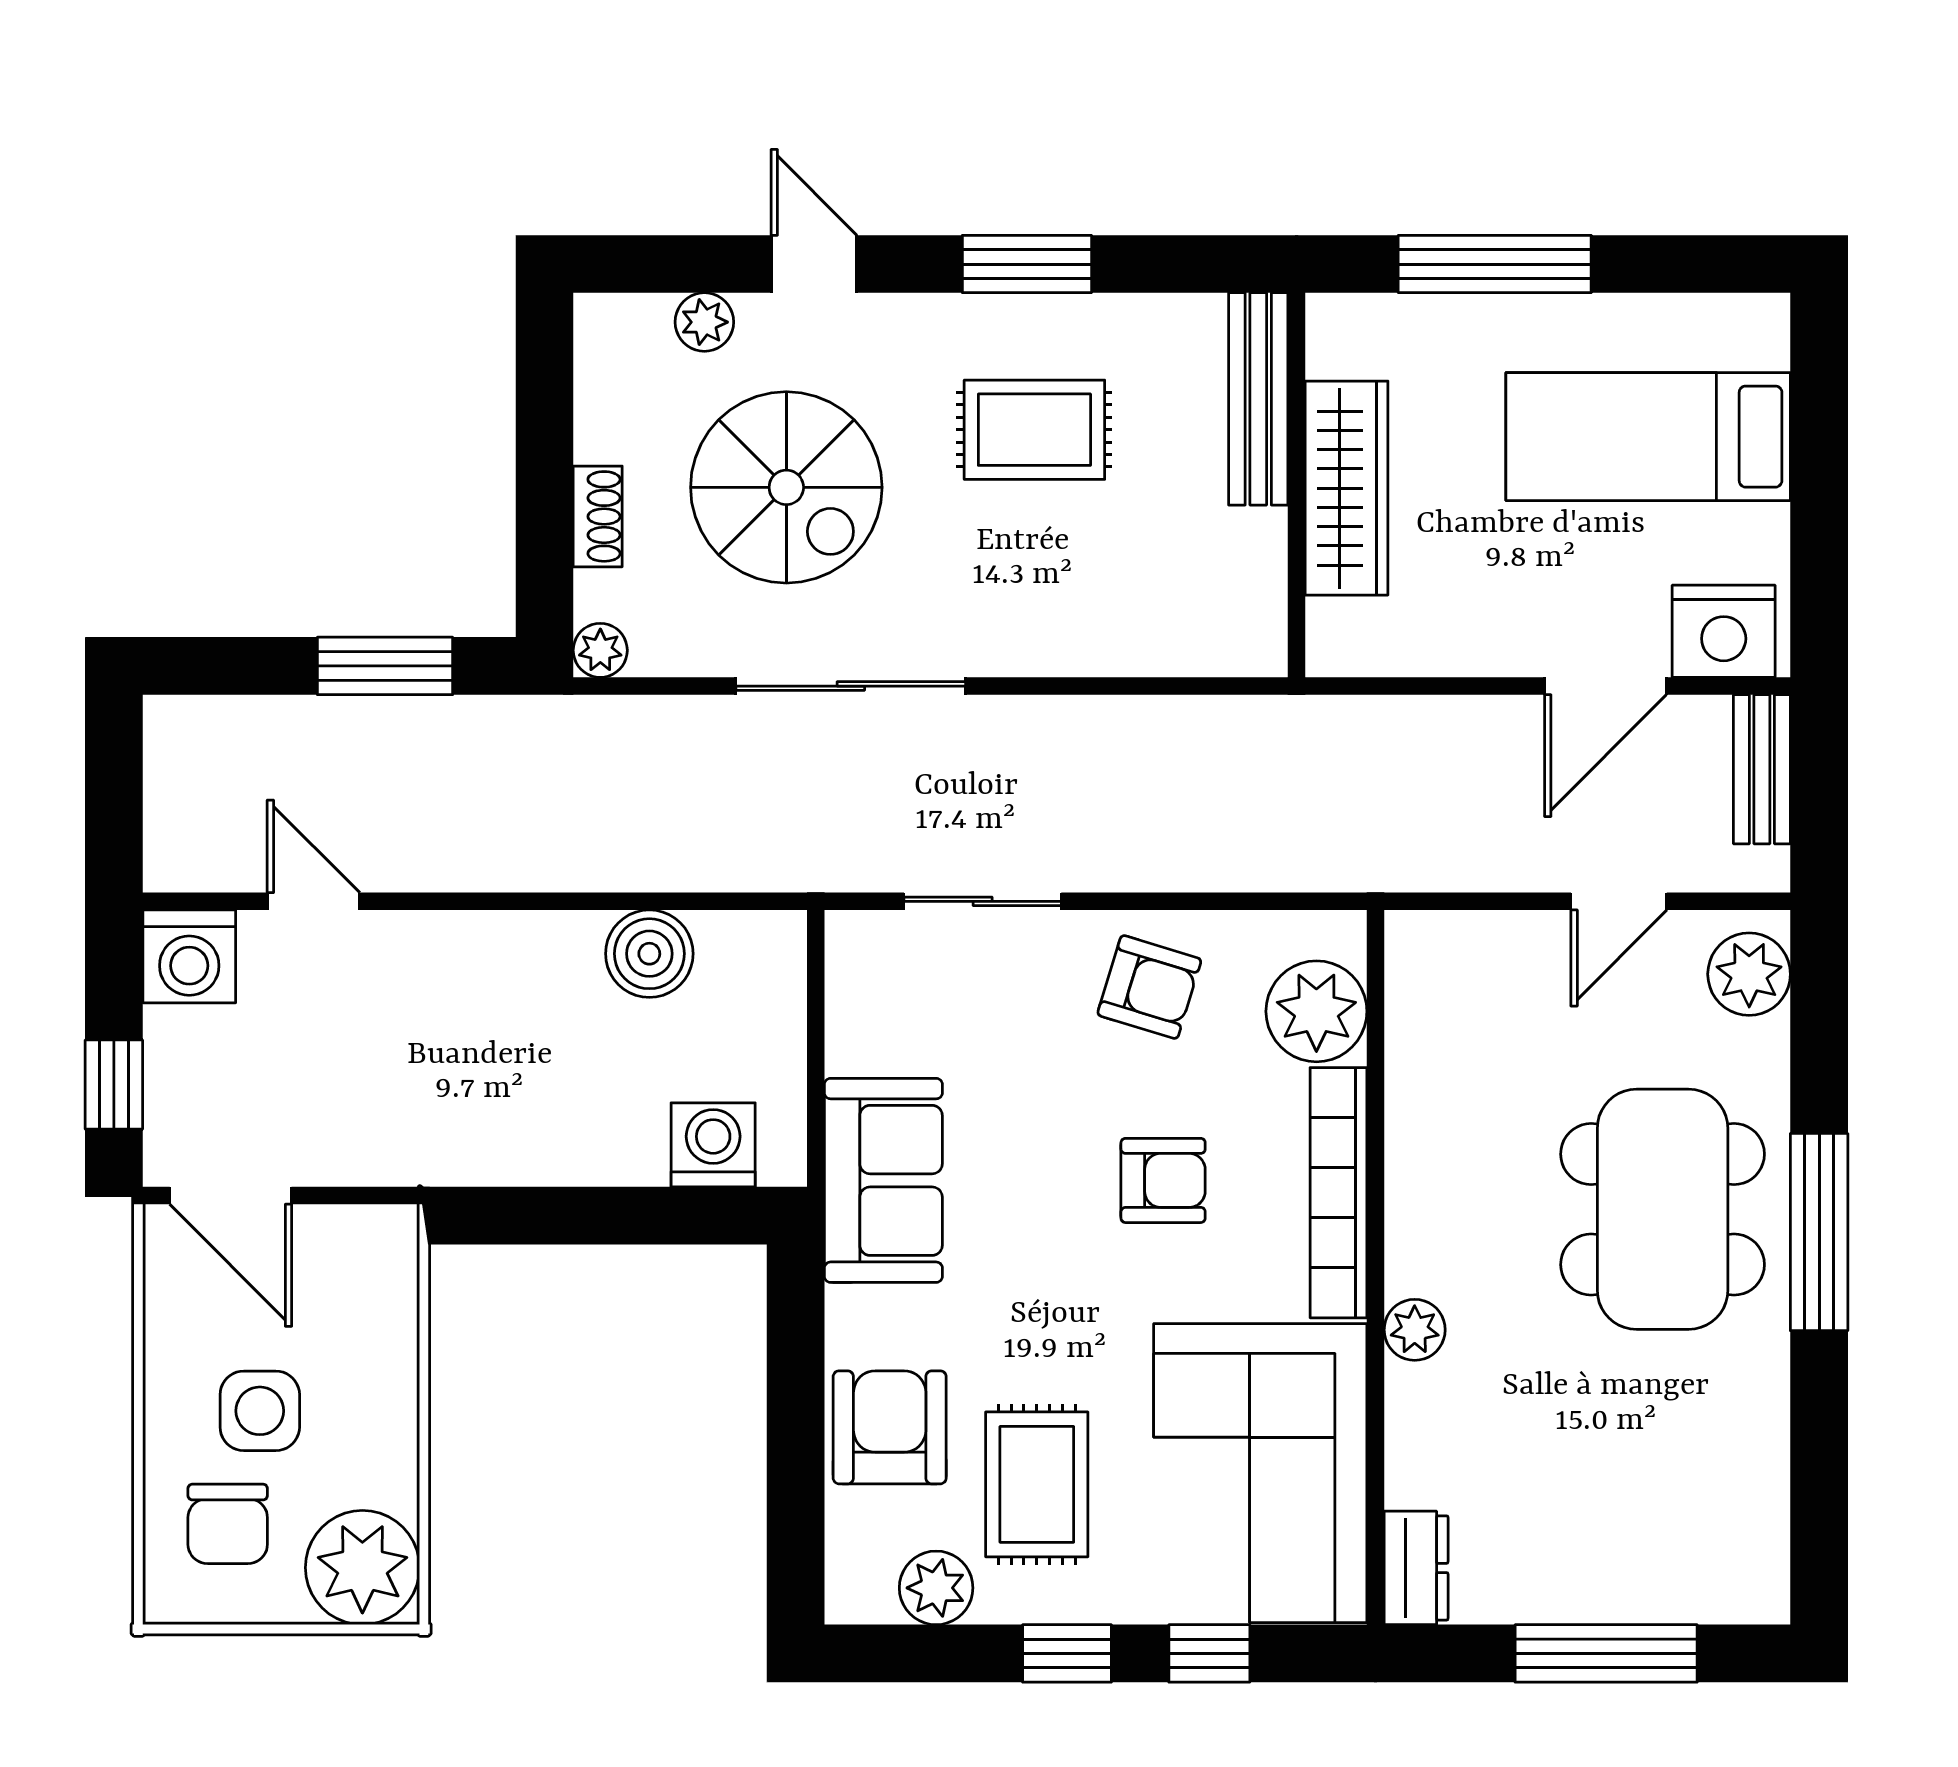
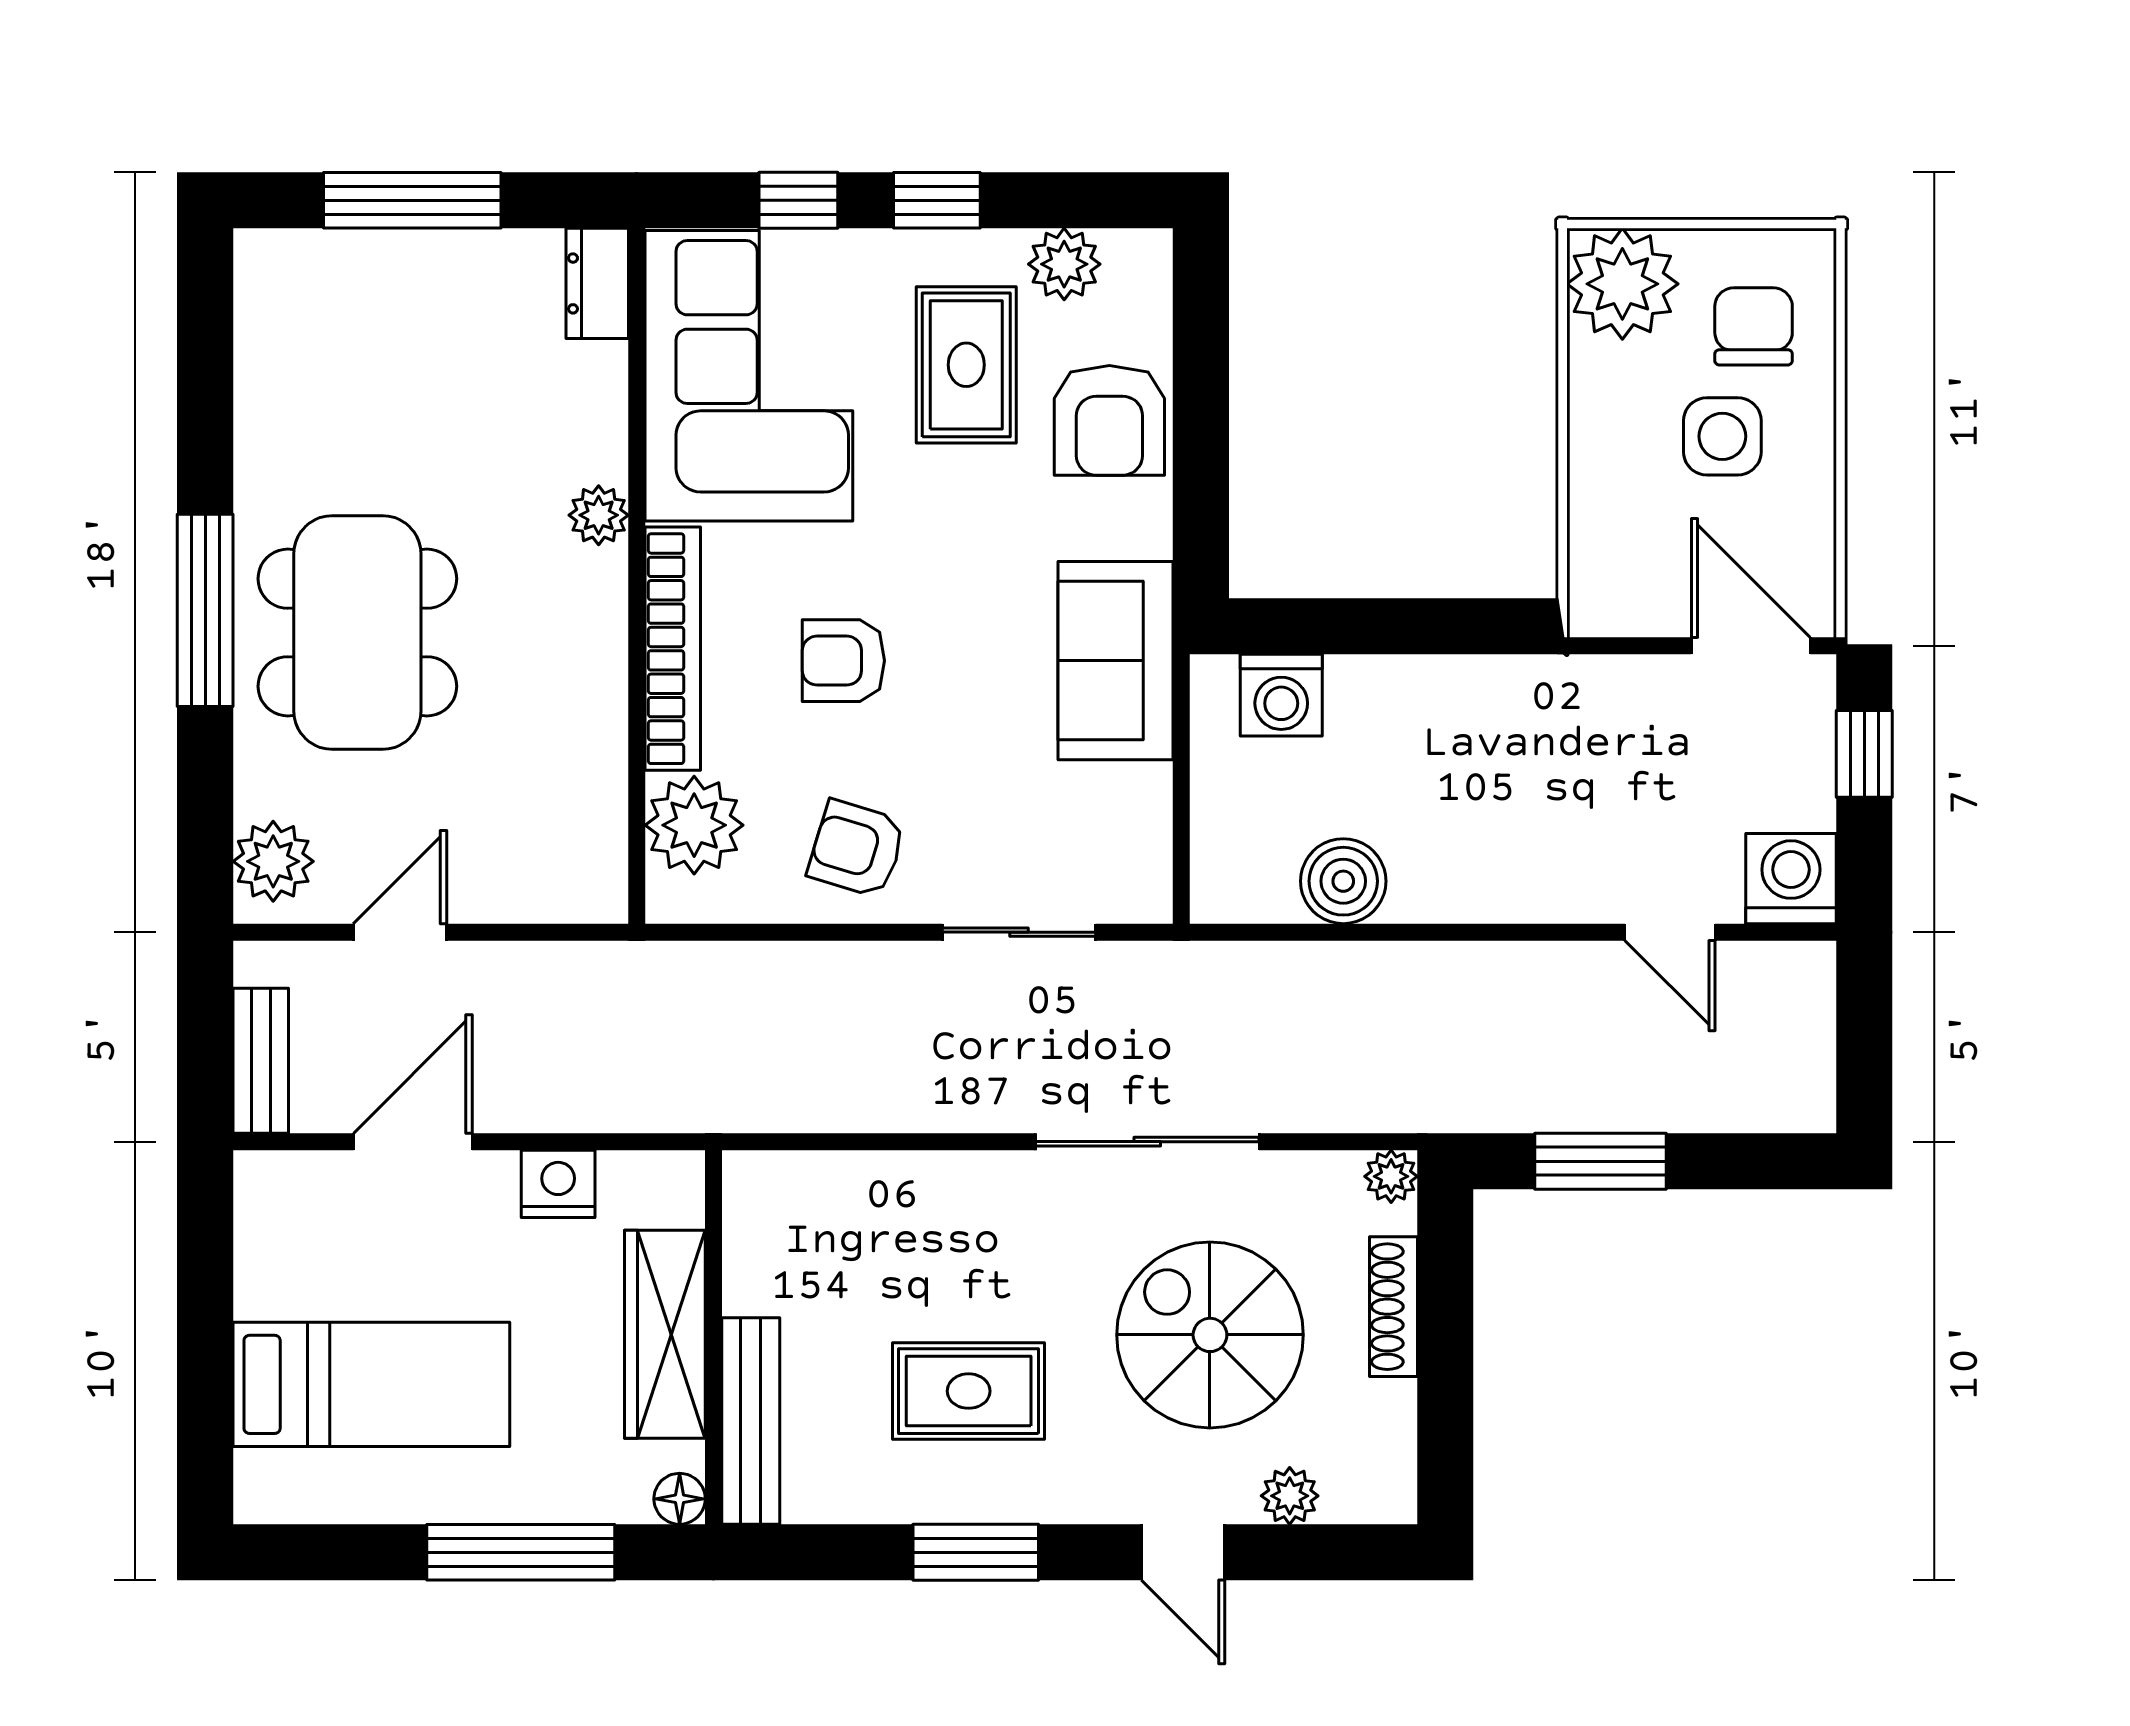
floor lamp: (1331, 319) -> (680, 1499), added
shoe rack: (598, 516) -> (1394, 1307), width x1.43
nightstand: (1724, 631) -> (558, 1184), moved, width x0.74, depth x0.75

